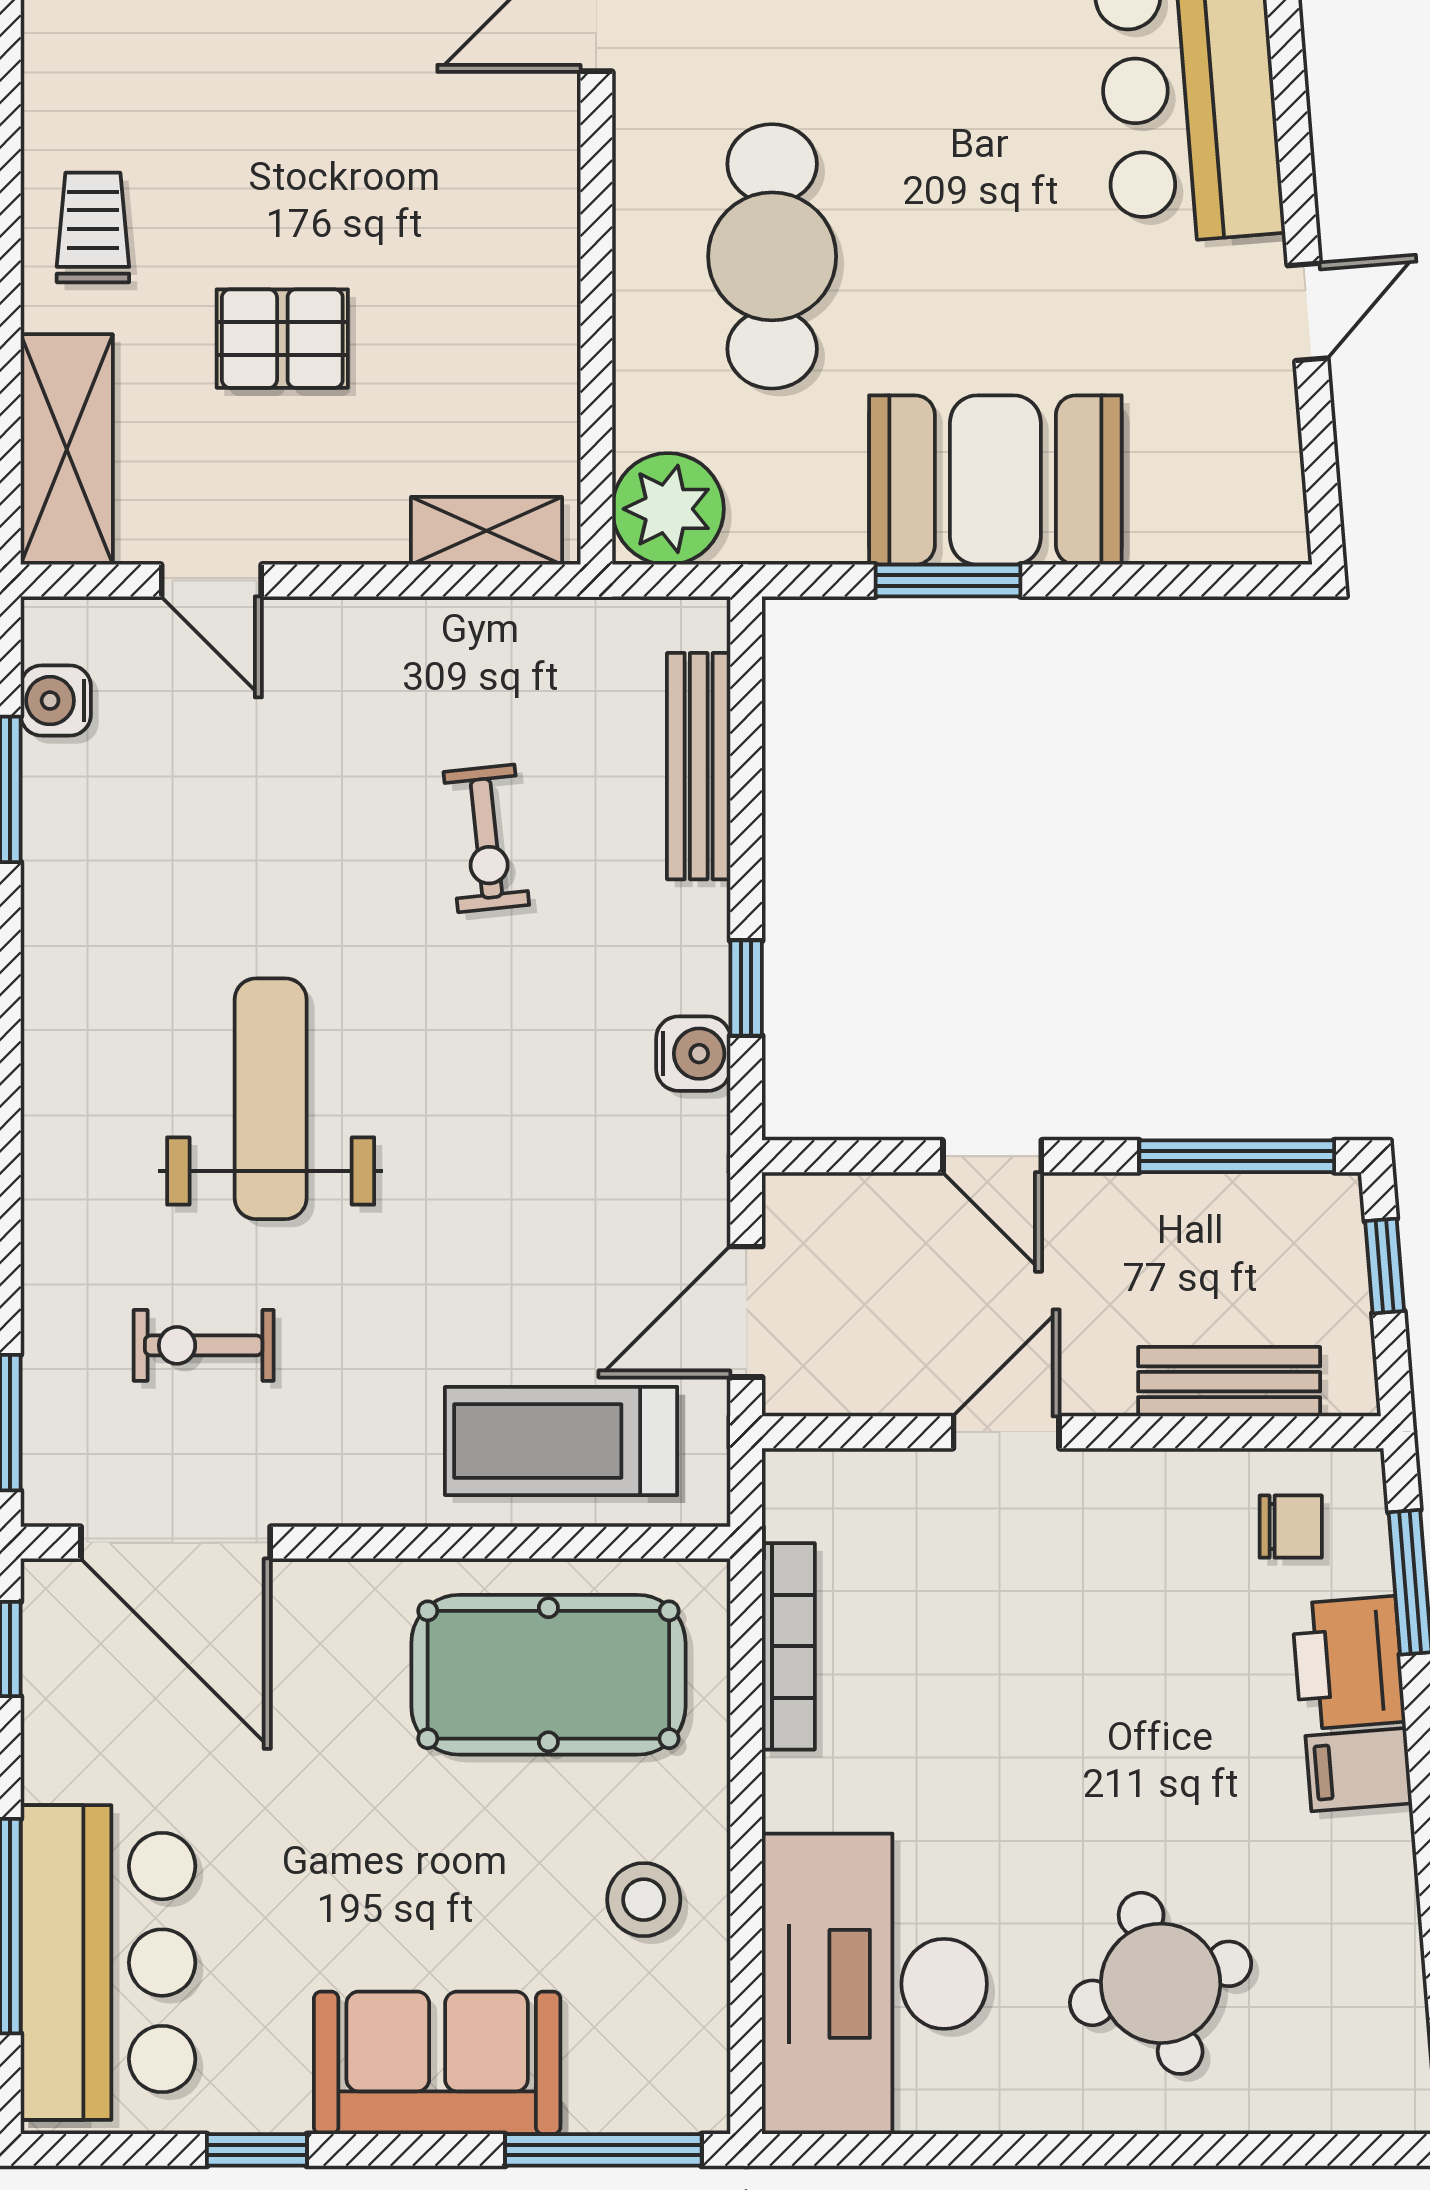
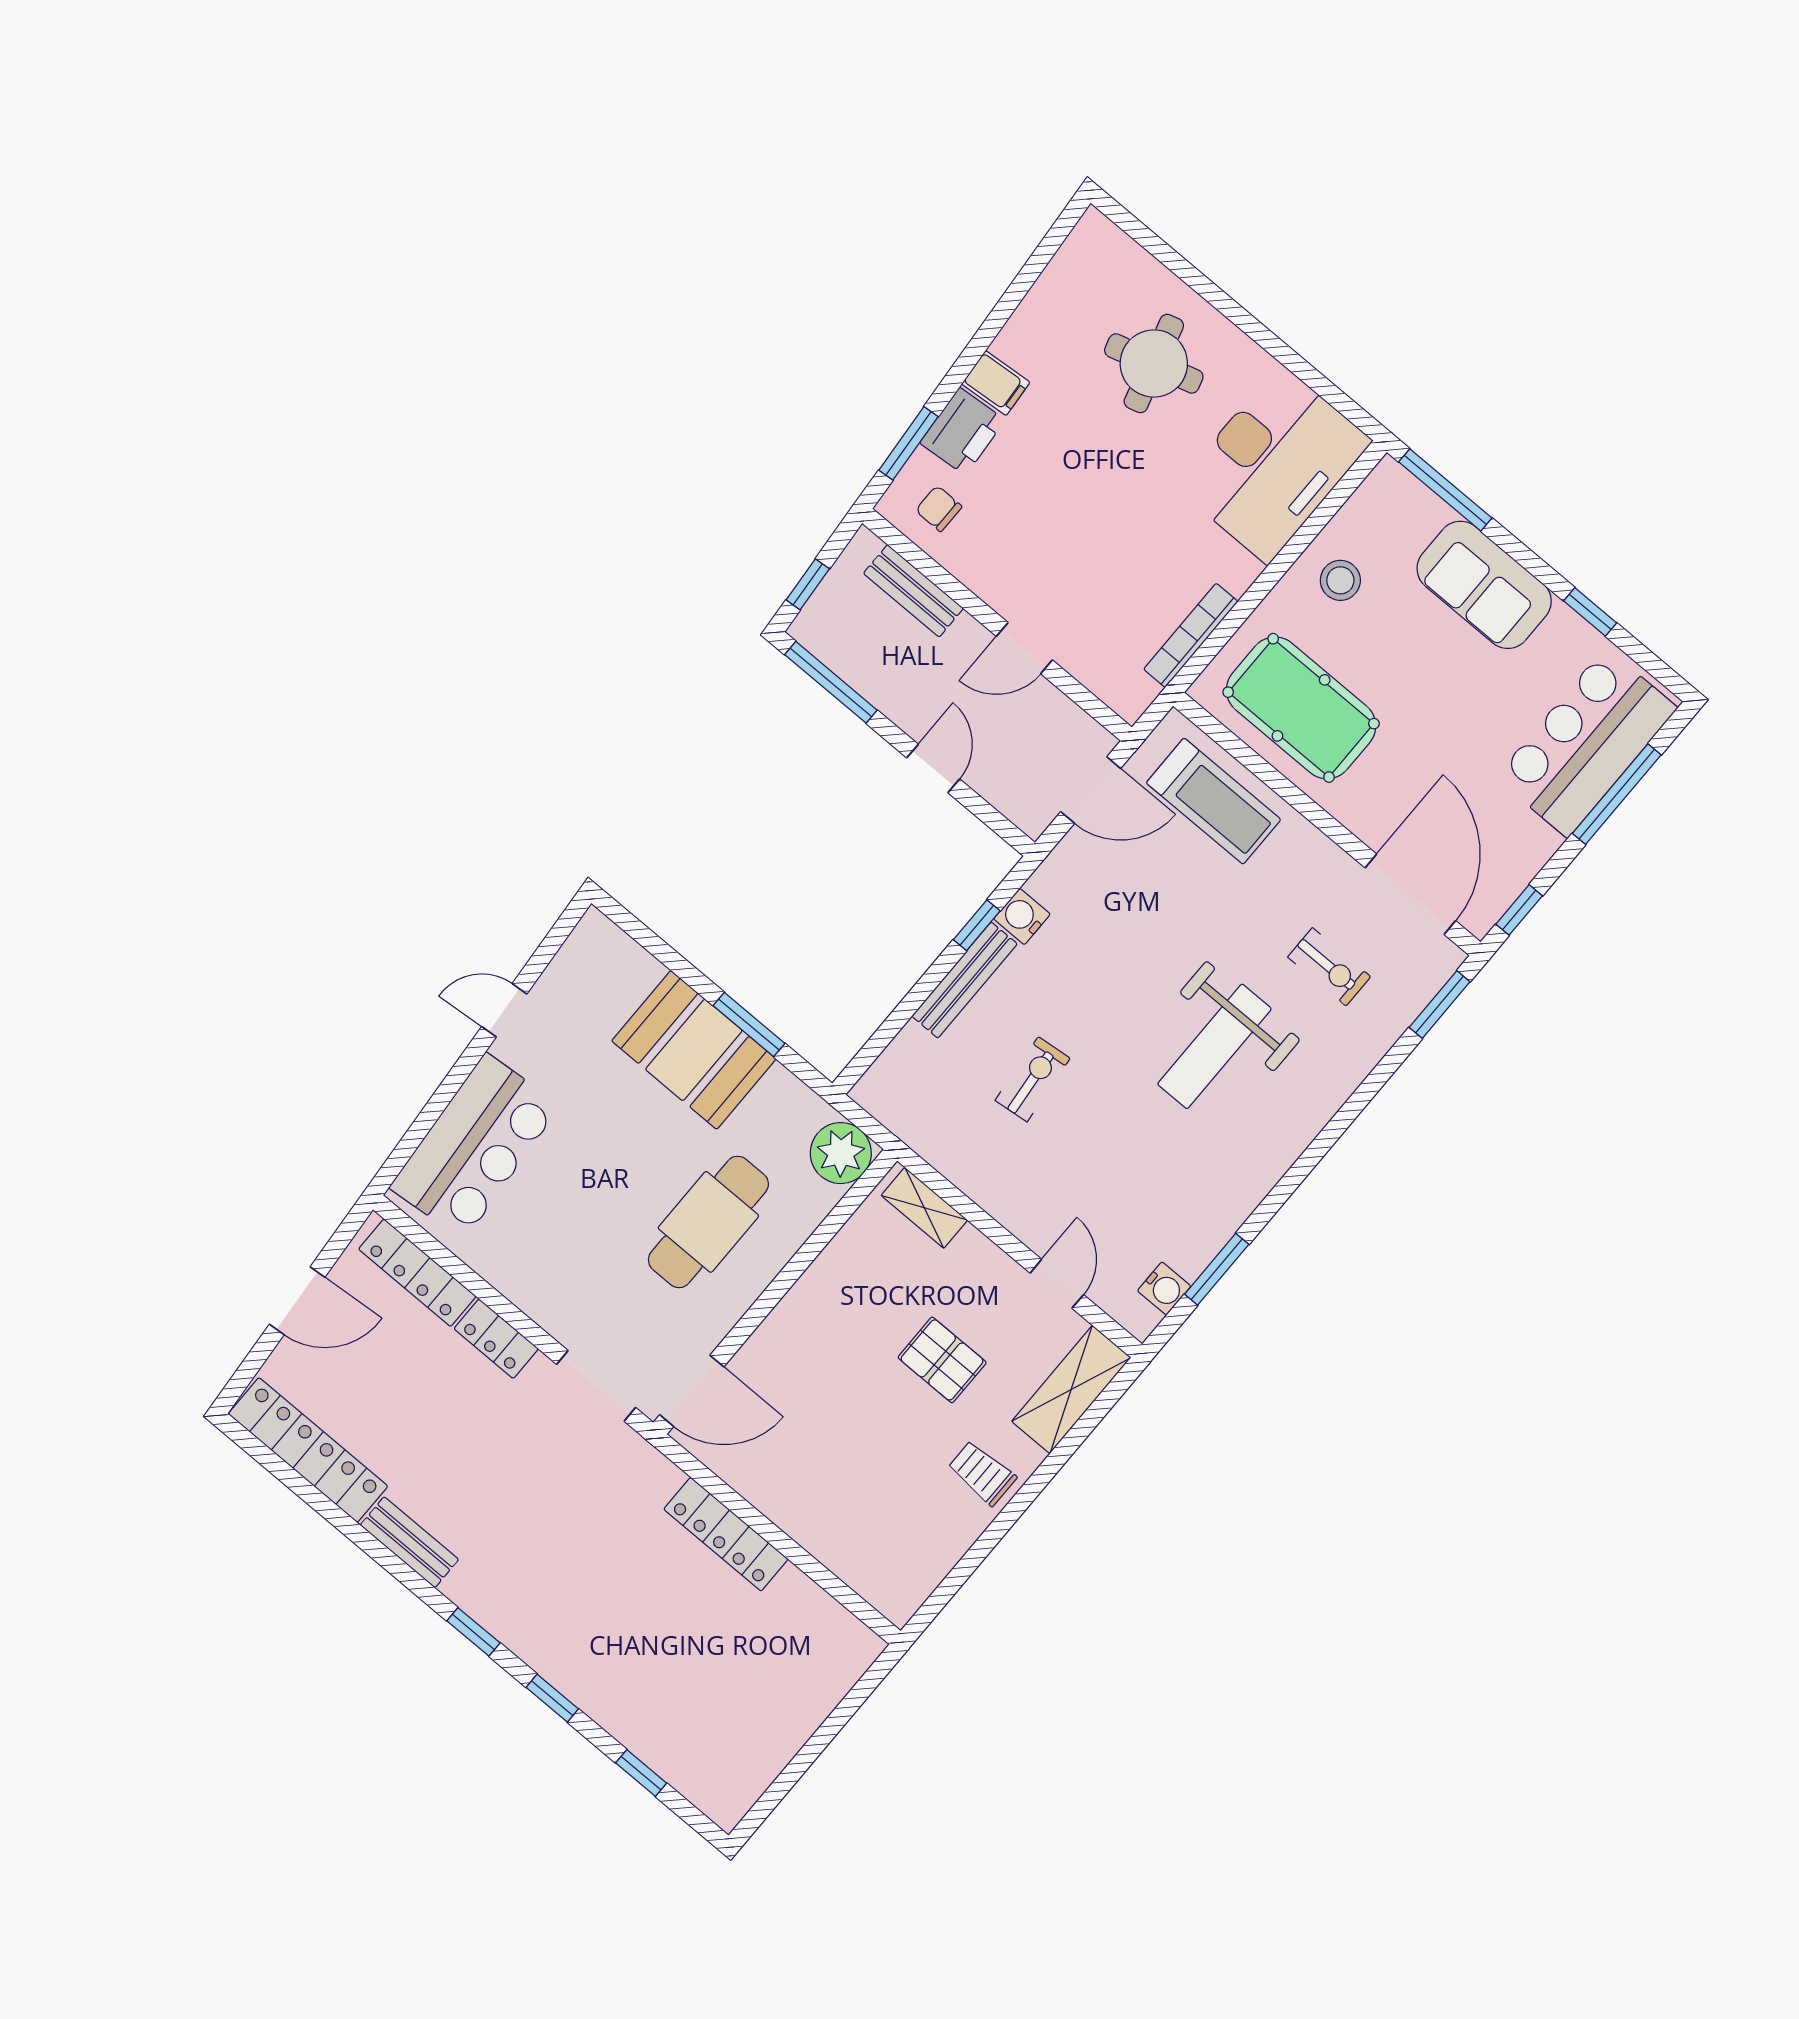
trolley: (93, 227) -> (982, 1473), turned 90
bench: (699, 766) -> (965, 980), moved

